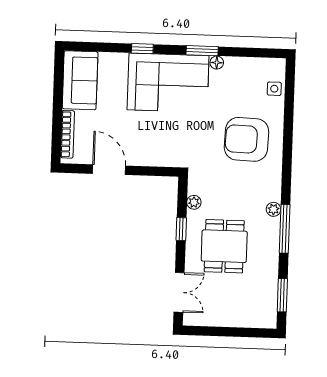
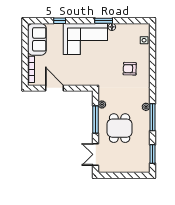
window: (142, 49) -> (60, 21), moved
armchair: (246, 139) -> (130, 69), width x0.53, depth x0.53
window: (181, 229) -> (95, 119), width x2.17
double door: (179, 292) -> (95, 154), swing flipped

